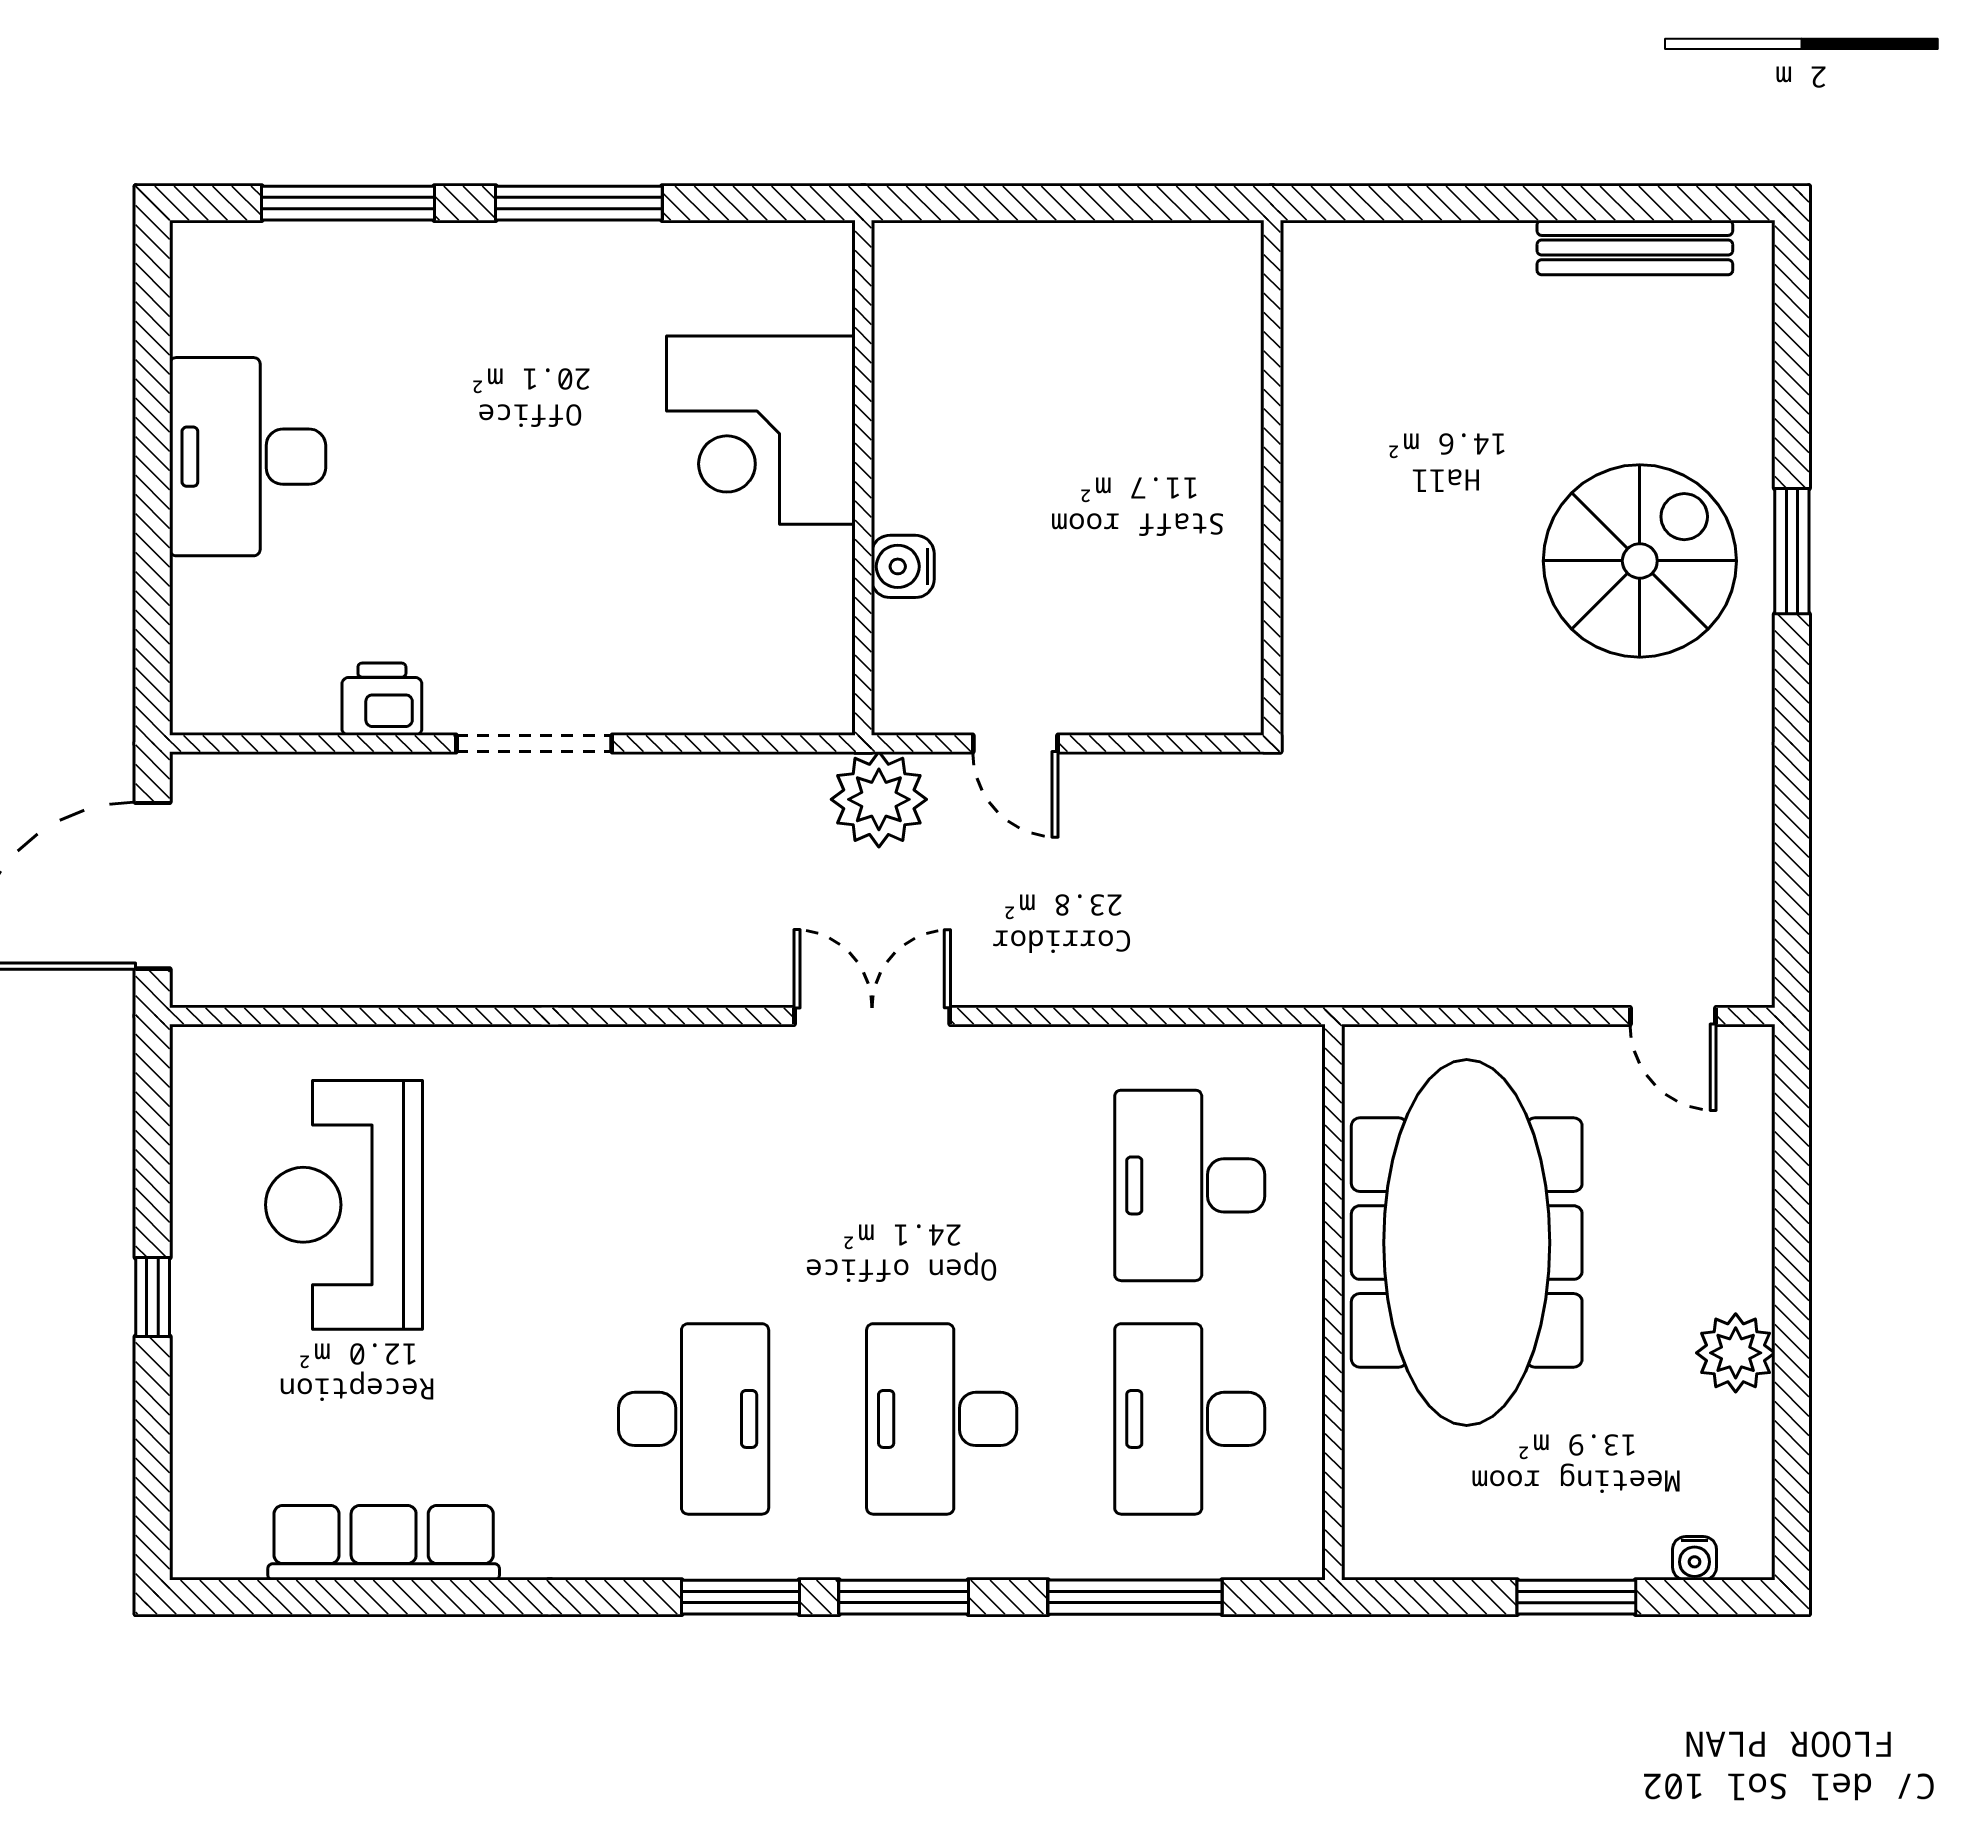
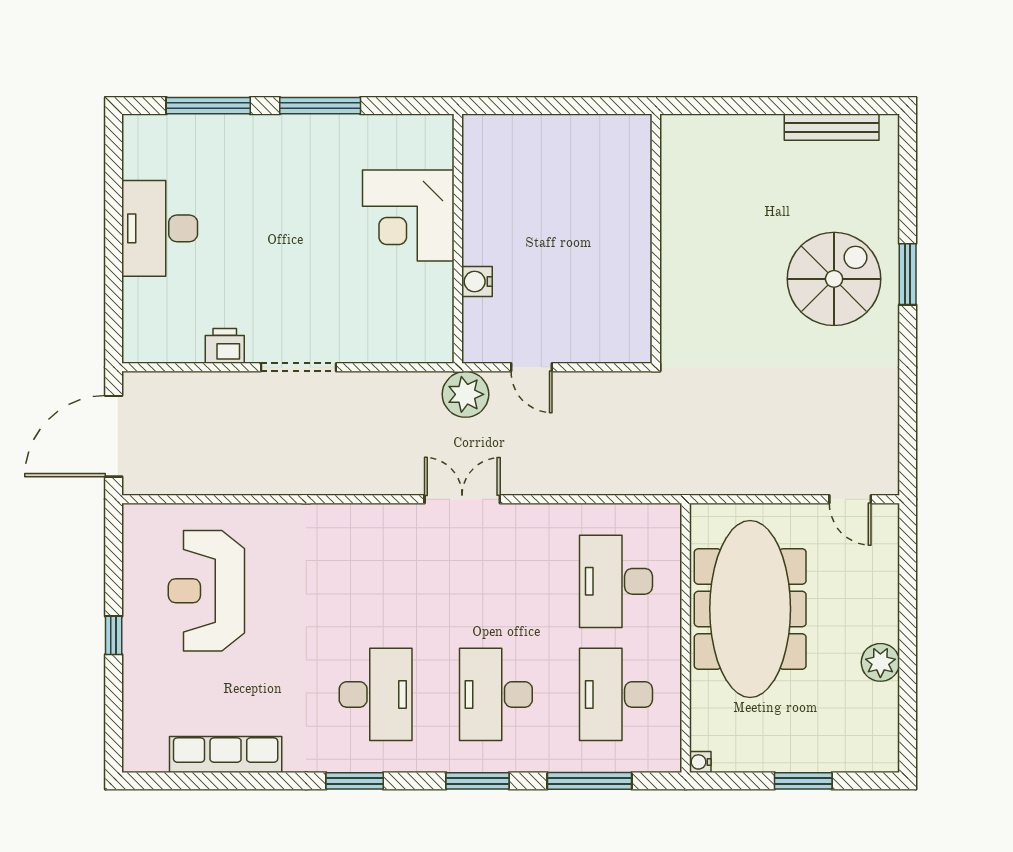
water cooler: (1695, 1558) -> (700, 762), moved, turned 90
window: (740, 1597) -> (355, 781), moved

